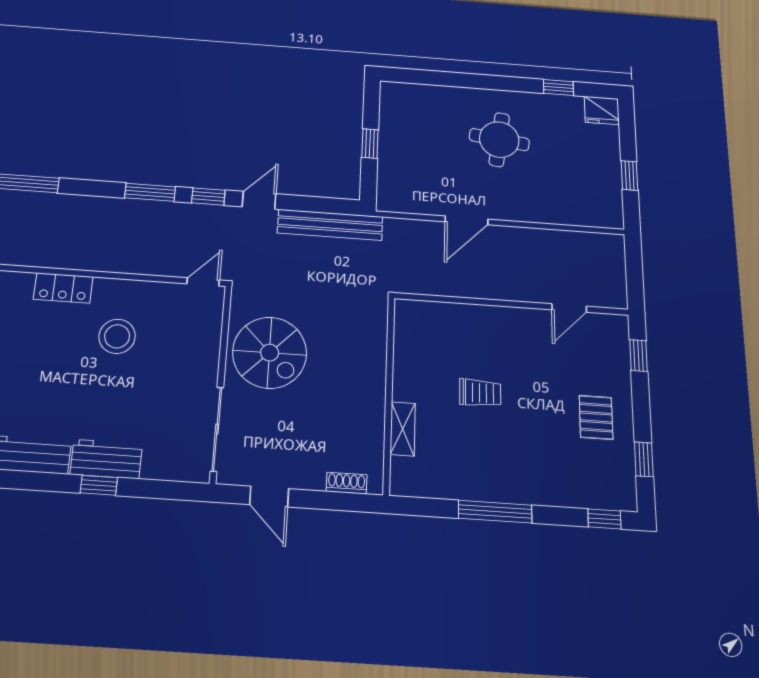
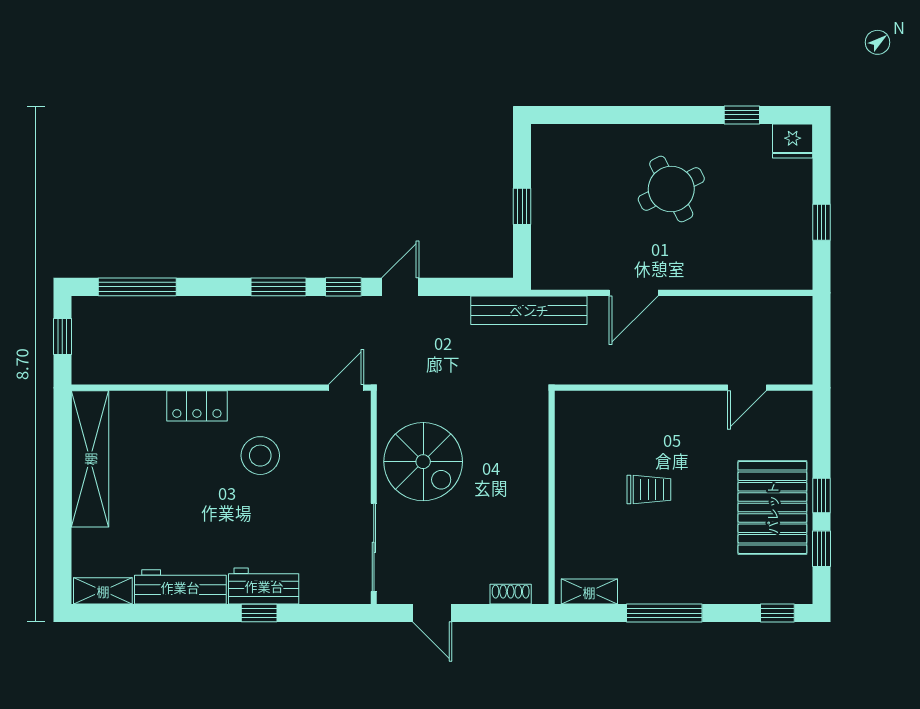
round table: (499, 140) -> (671, 189), turned -34
bench: (330, 225) -> (529, 310), moved
window: (639, 356) -> (821, 495), moved
pallet: (596, 417) -> (772, 508), width x2.05, depth x2.00
shelving: (403, 429) -> (589, 592), moved, turned 90

